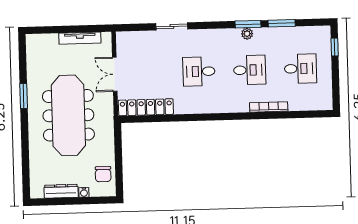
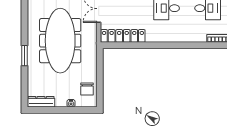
window: (24, 96) -> (24, 56), moved
dresser: (61, 191) -> (41, 102), moved

